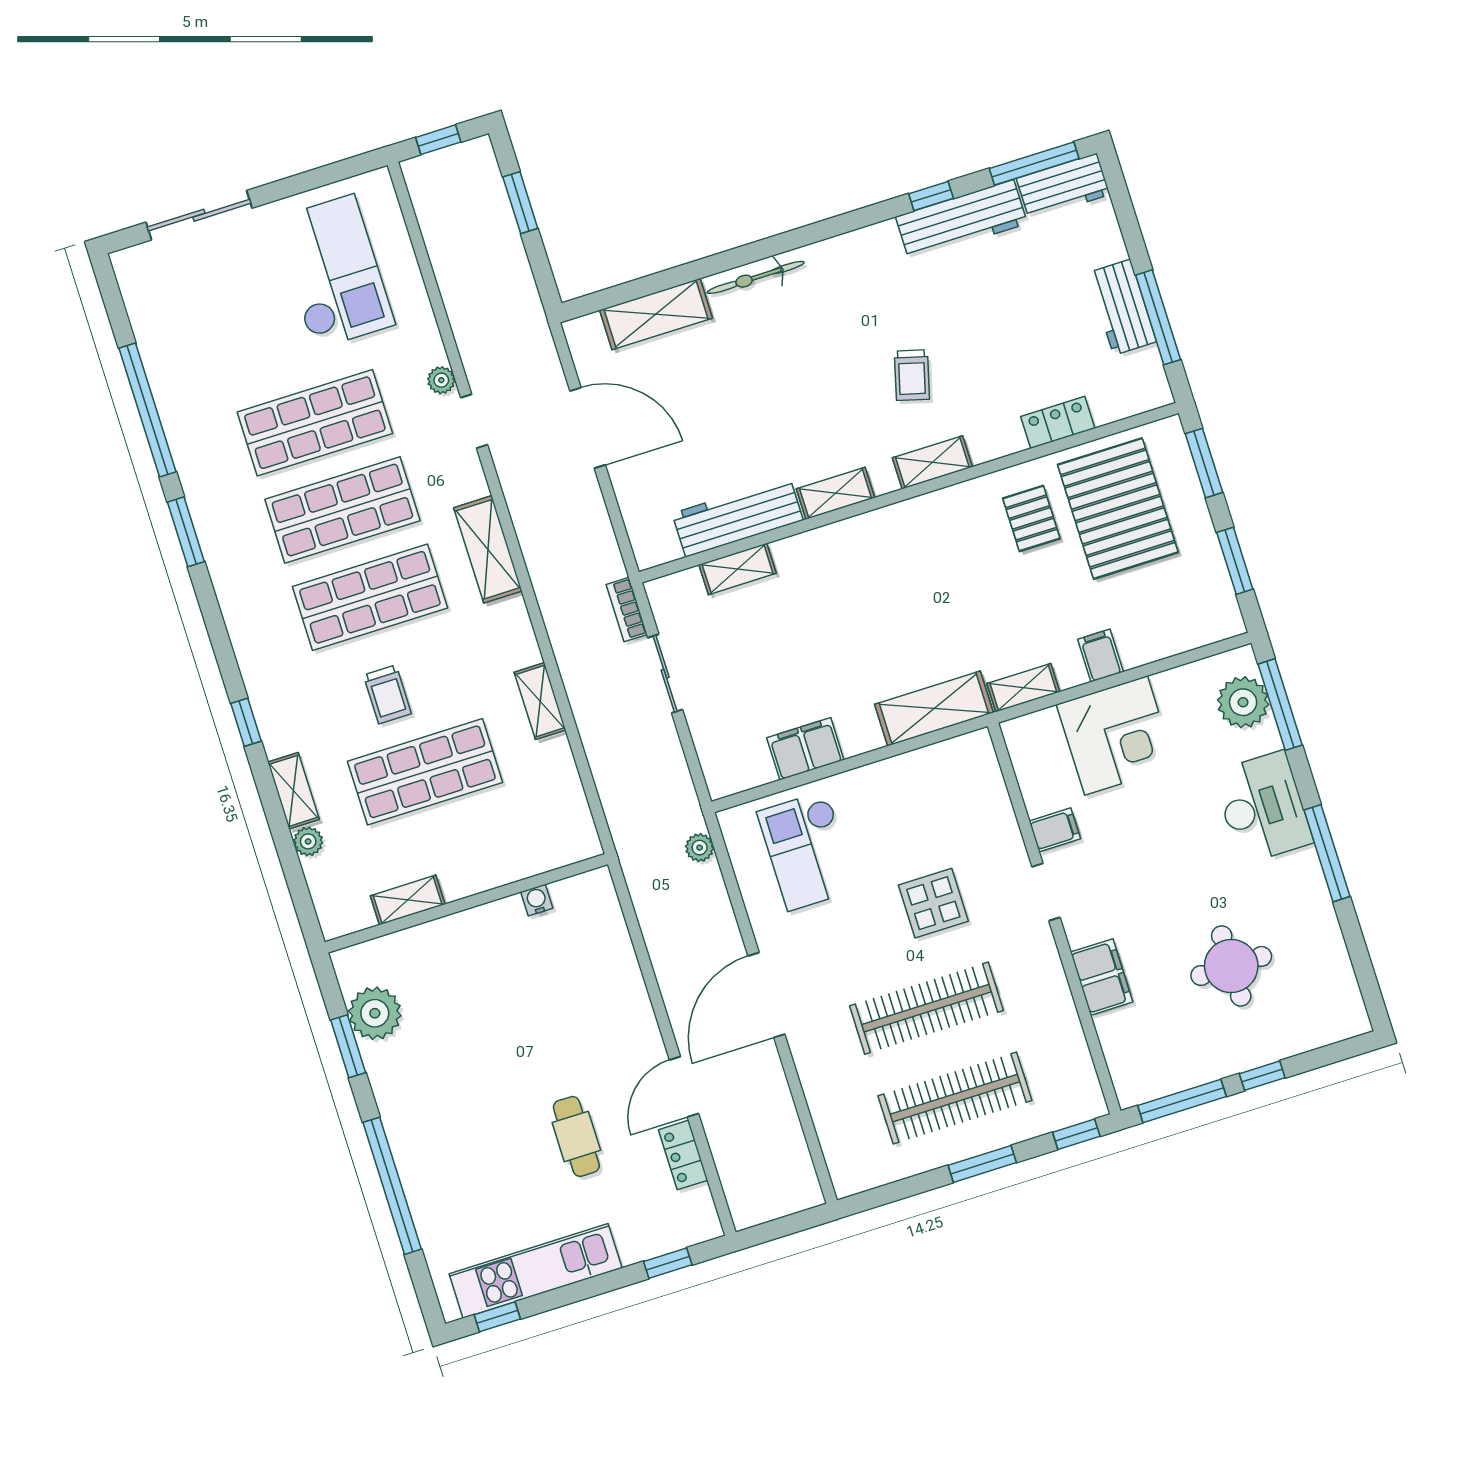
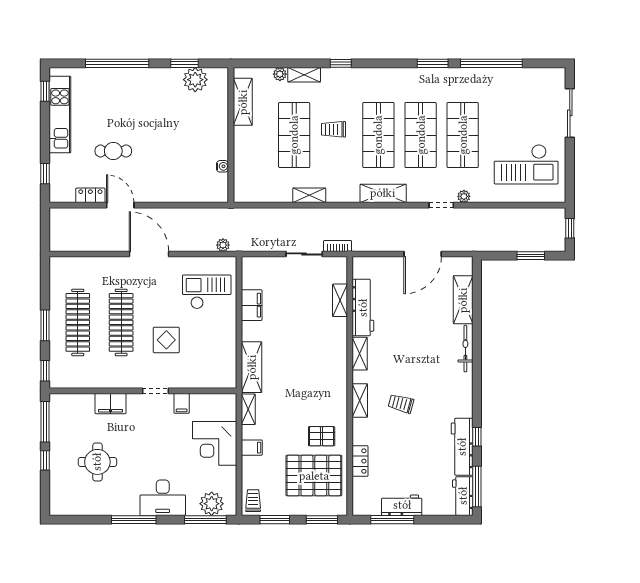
trolley: (1210, 618) -> (253, 501), added
shelving: (408, 900) -> (243, 102), width x1.50, depth x1.33

